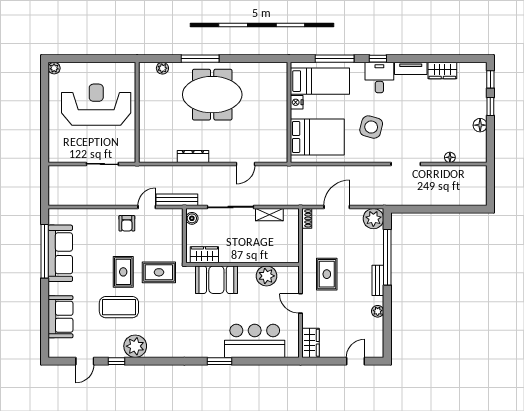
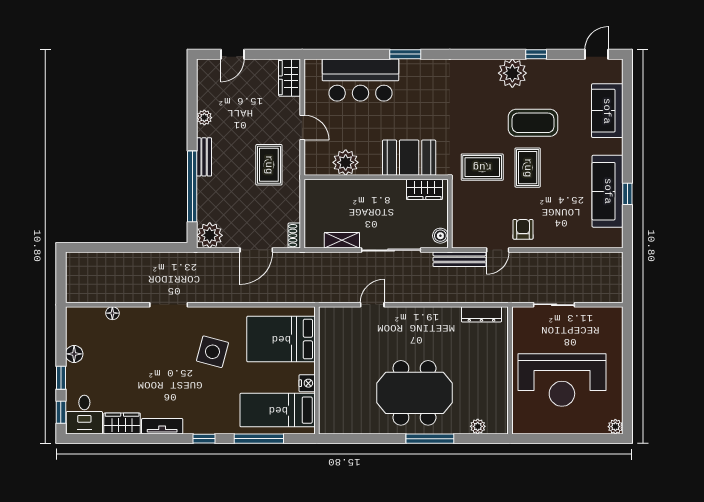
desk: (379, 78) -> (84, 415), moved
dresser: (193, 156) -> (481, 314), moved
window: (45, 251) -> (627, 194), width x0.32
door: (85, 361) -> (597, 54), moved

